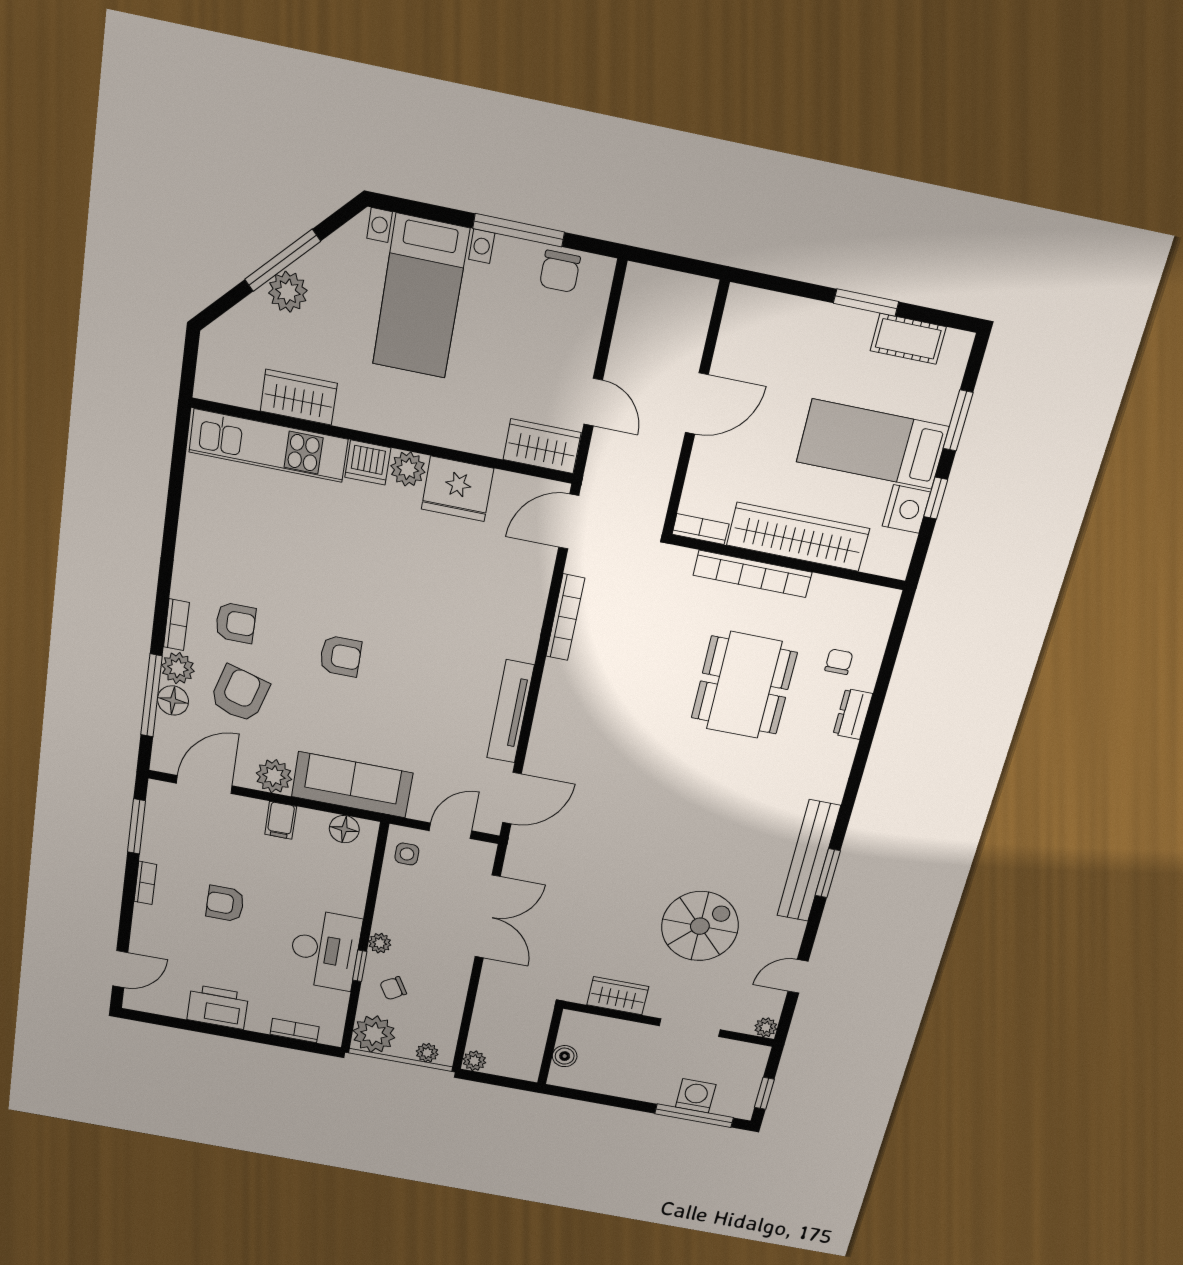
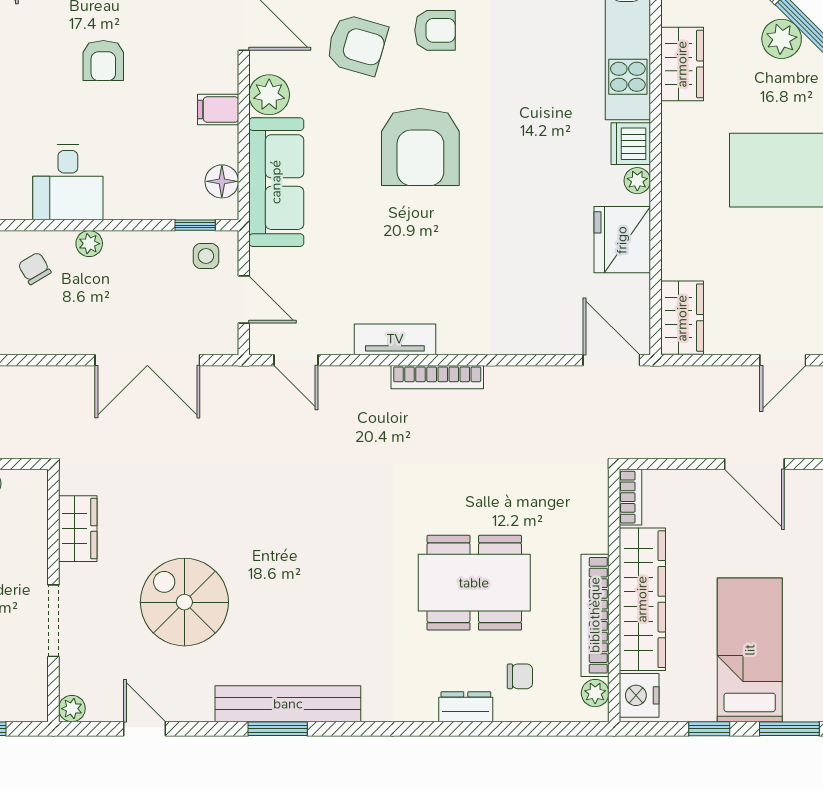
door: (593, 402) -> (783, 360), moved
plant: (408, 469) -> (637, 181), width x0.73, depth x0.73
nightstand: (906, 509) -> (639, 695), moved, turned 90
bookcase: (753, 574) -> (595, 615), moved
plant: (873, 597) -> (595, 693), added
bookcase: (565, 617) -> (437, 377), moved
armchair: (236, 623) -> (435, 30), turned -90
armchair: (340, 656) -> (420, 147), width x1.88, depth x1.88
tv unit: (510, 712) -> (395, 339), width x0.71
door: (512, 798) -> (296, 360), width x0.73
armchair: (225, 904) -> (103, 61), turned 180
spiral stairs: (700, 926) -> (184, 602), turned 180
desk: (325, 950) -> (68, 182), width x0.73
window: (360, 966) -> (195, 225), moved

